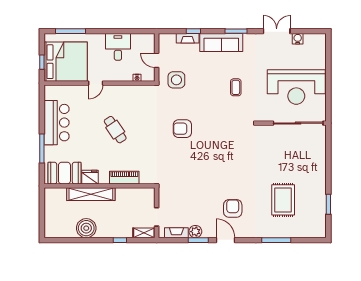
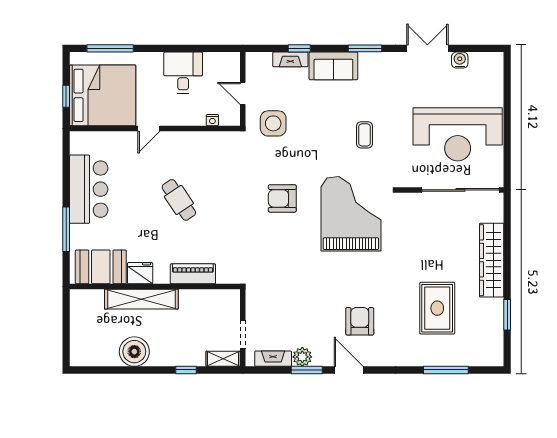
sofa: (221, 43) -> (333, 66), width x0.73
grand piano: (227, 139) -> (351, 214), added
wardrobe: (318, 169) -> (492, 260), added
window: (276, 240) -> (446, 370), moved

